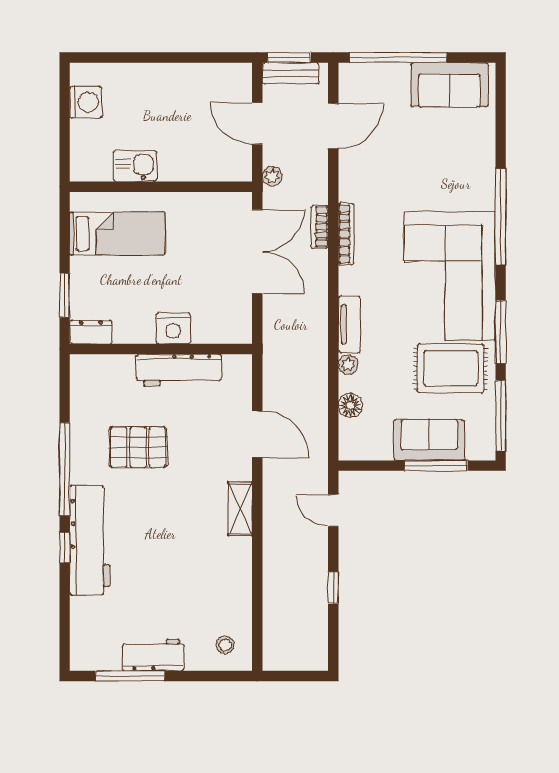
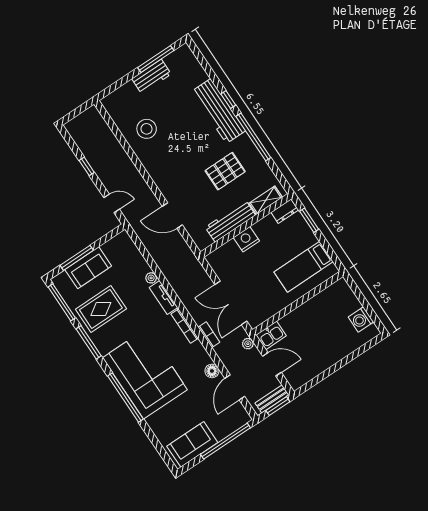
kitchen sink: (135, 166) -> (271, 335), moved
bookcase: (346, 234) -> (185, 326), moved
corner sofa: (450, 276) -> (145, 374), moved
floor lamp: (350, 405) -> (212, 371), moved
shelving: (240, 509) -> (266, 200), moved, turned 90
stool: (225, 645) -> (147, 129), moved, width x1.89, depth x1.89

